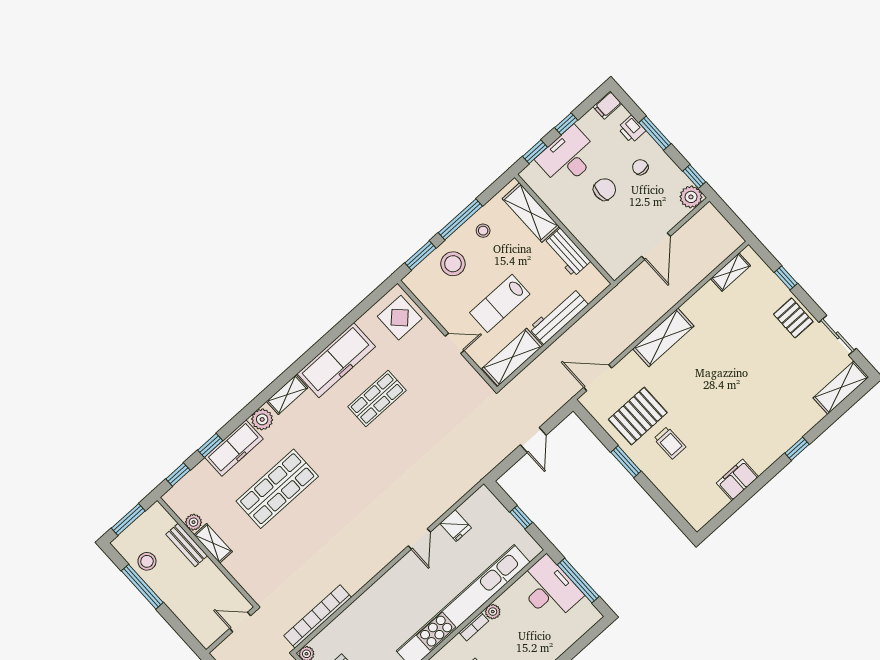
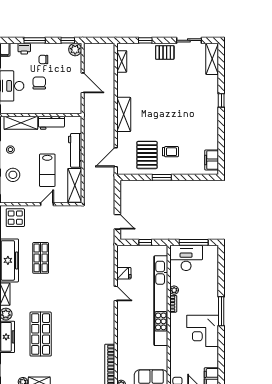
door: (533, 440) -> (117, 222), moved
filing cabinet: (737, 480) -> (212, 160), moved

